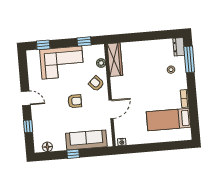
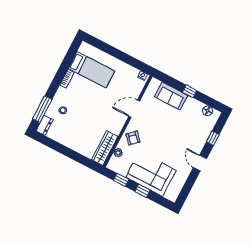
window: (43, 45) -> (143, 191), moved
armchair: (75, 101) -> (160, 135), removed
sofa: (86, 140) -> (171, 96), width x0.73

